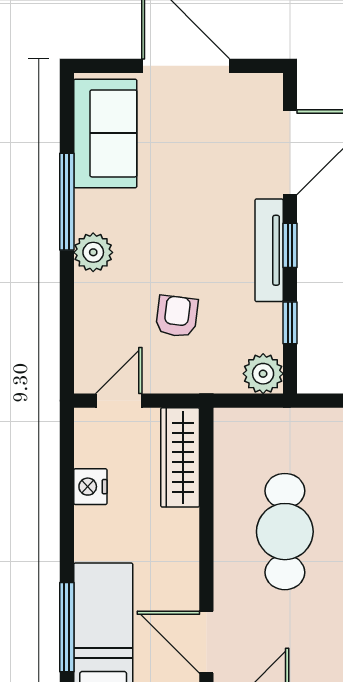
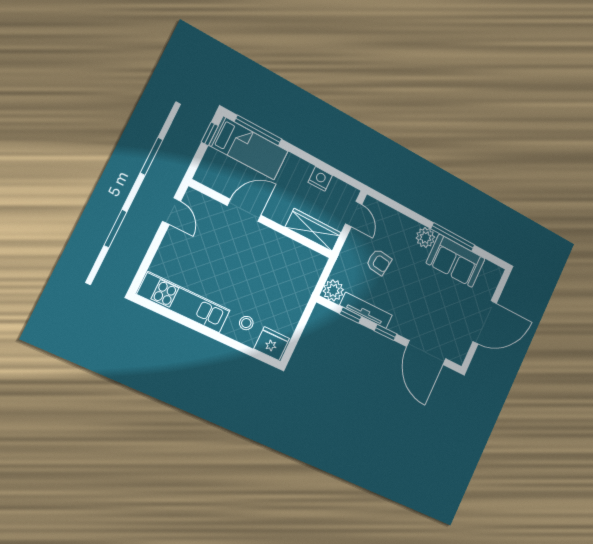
sofa: (105, 133) -> (456, 261), moved
tv unit: (269, 250) -> (366, 310), moved
cafe table: (285, 532) -> (253, 264), removed
door: (206, 642) -> (244, 210), moved

